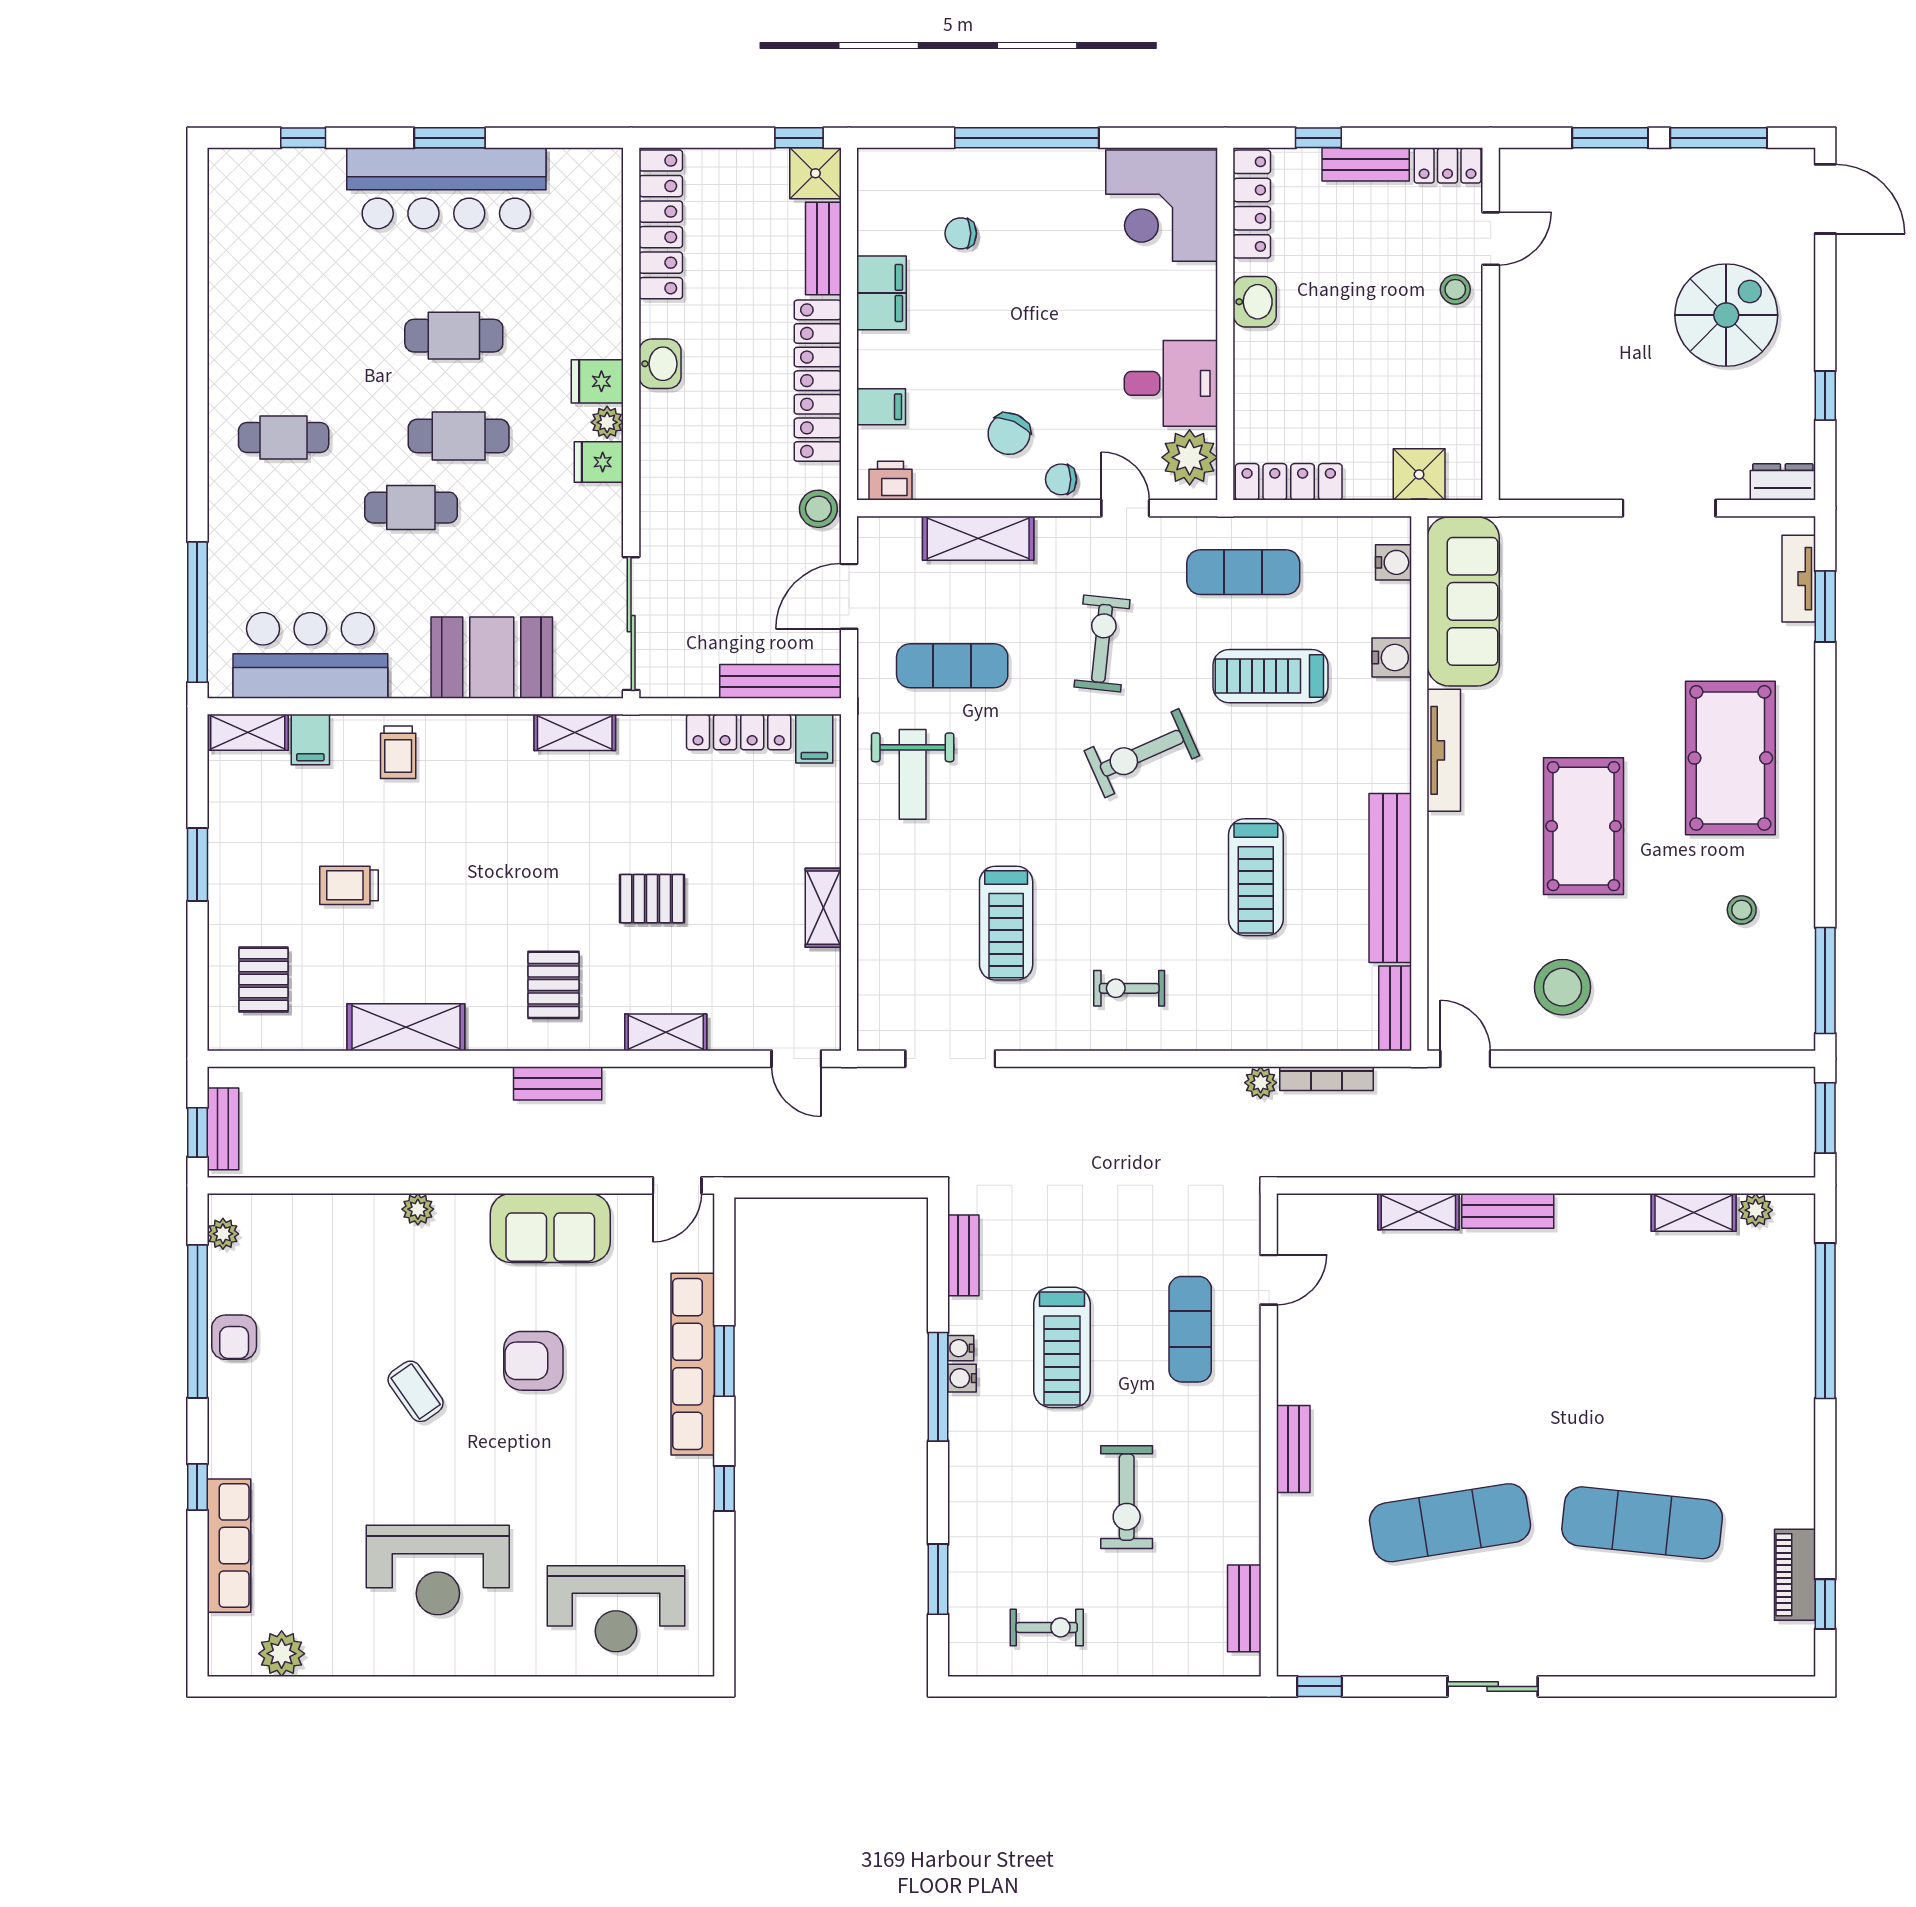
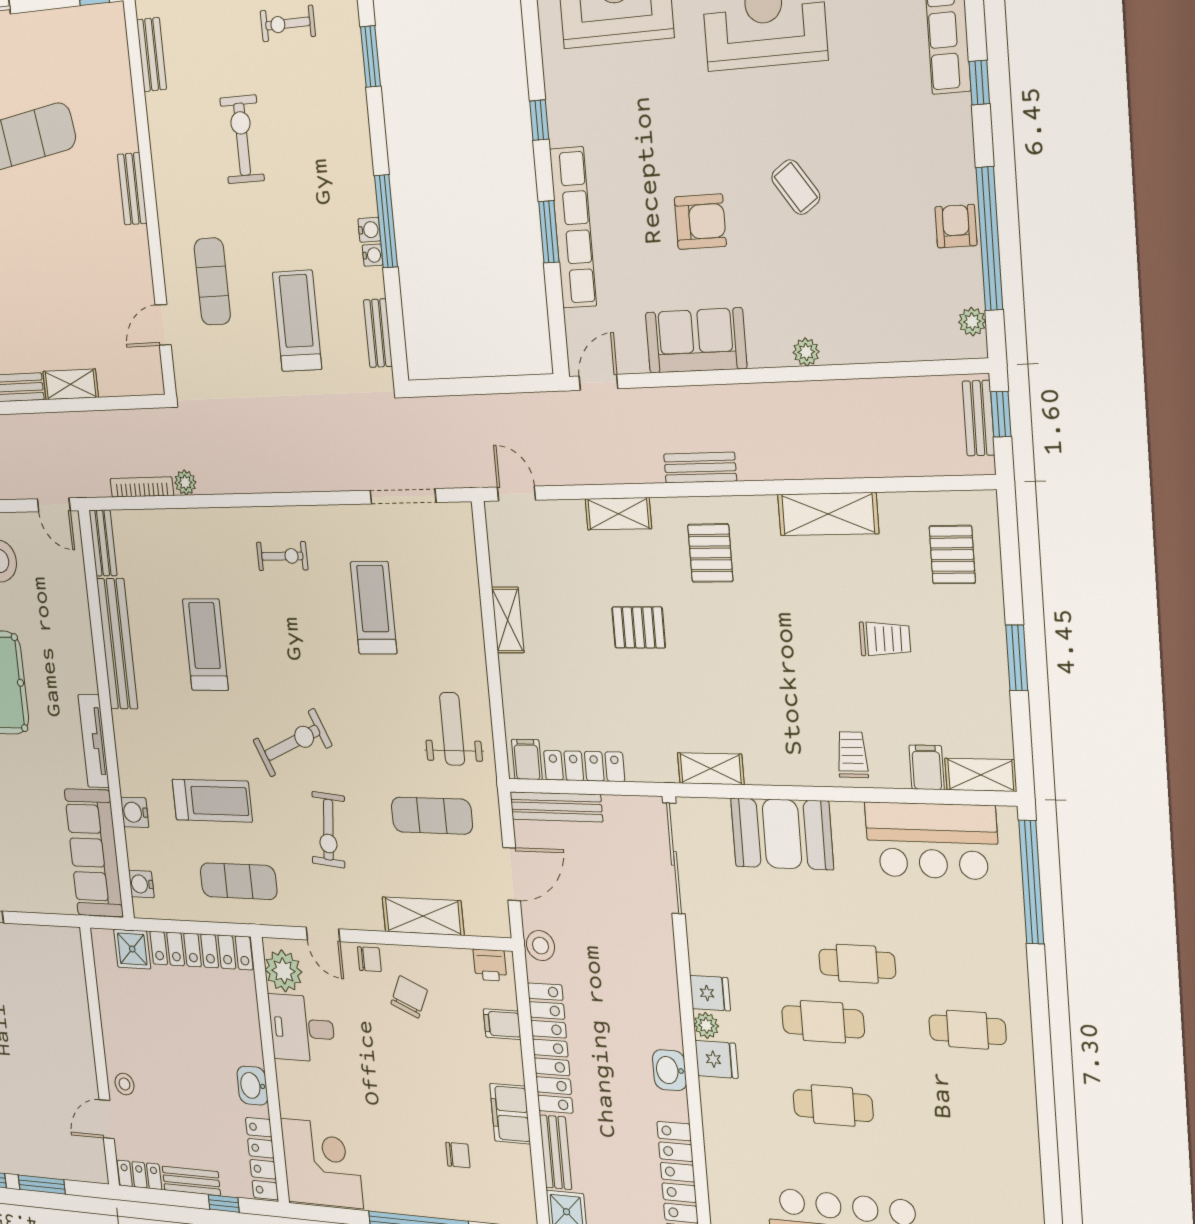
locker: (1289, 482) -> (201, 950), width x1.41, depth x1.21
treadmill: (1062, 1347) -> (297, 321), moved

